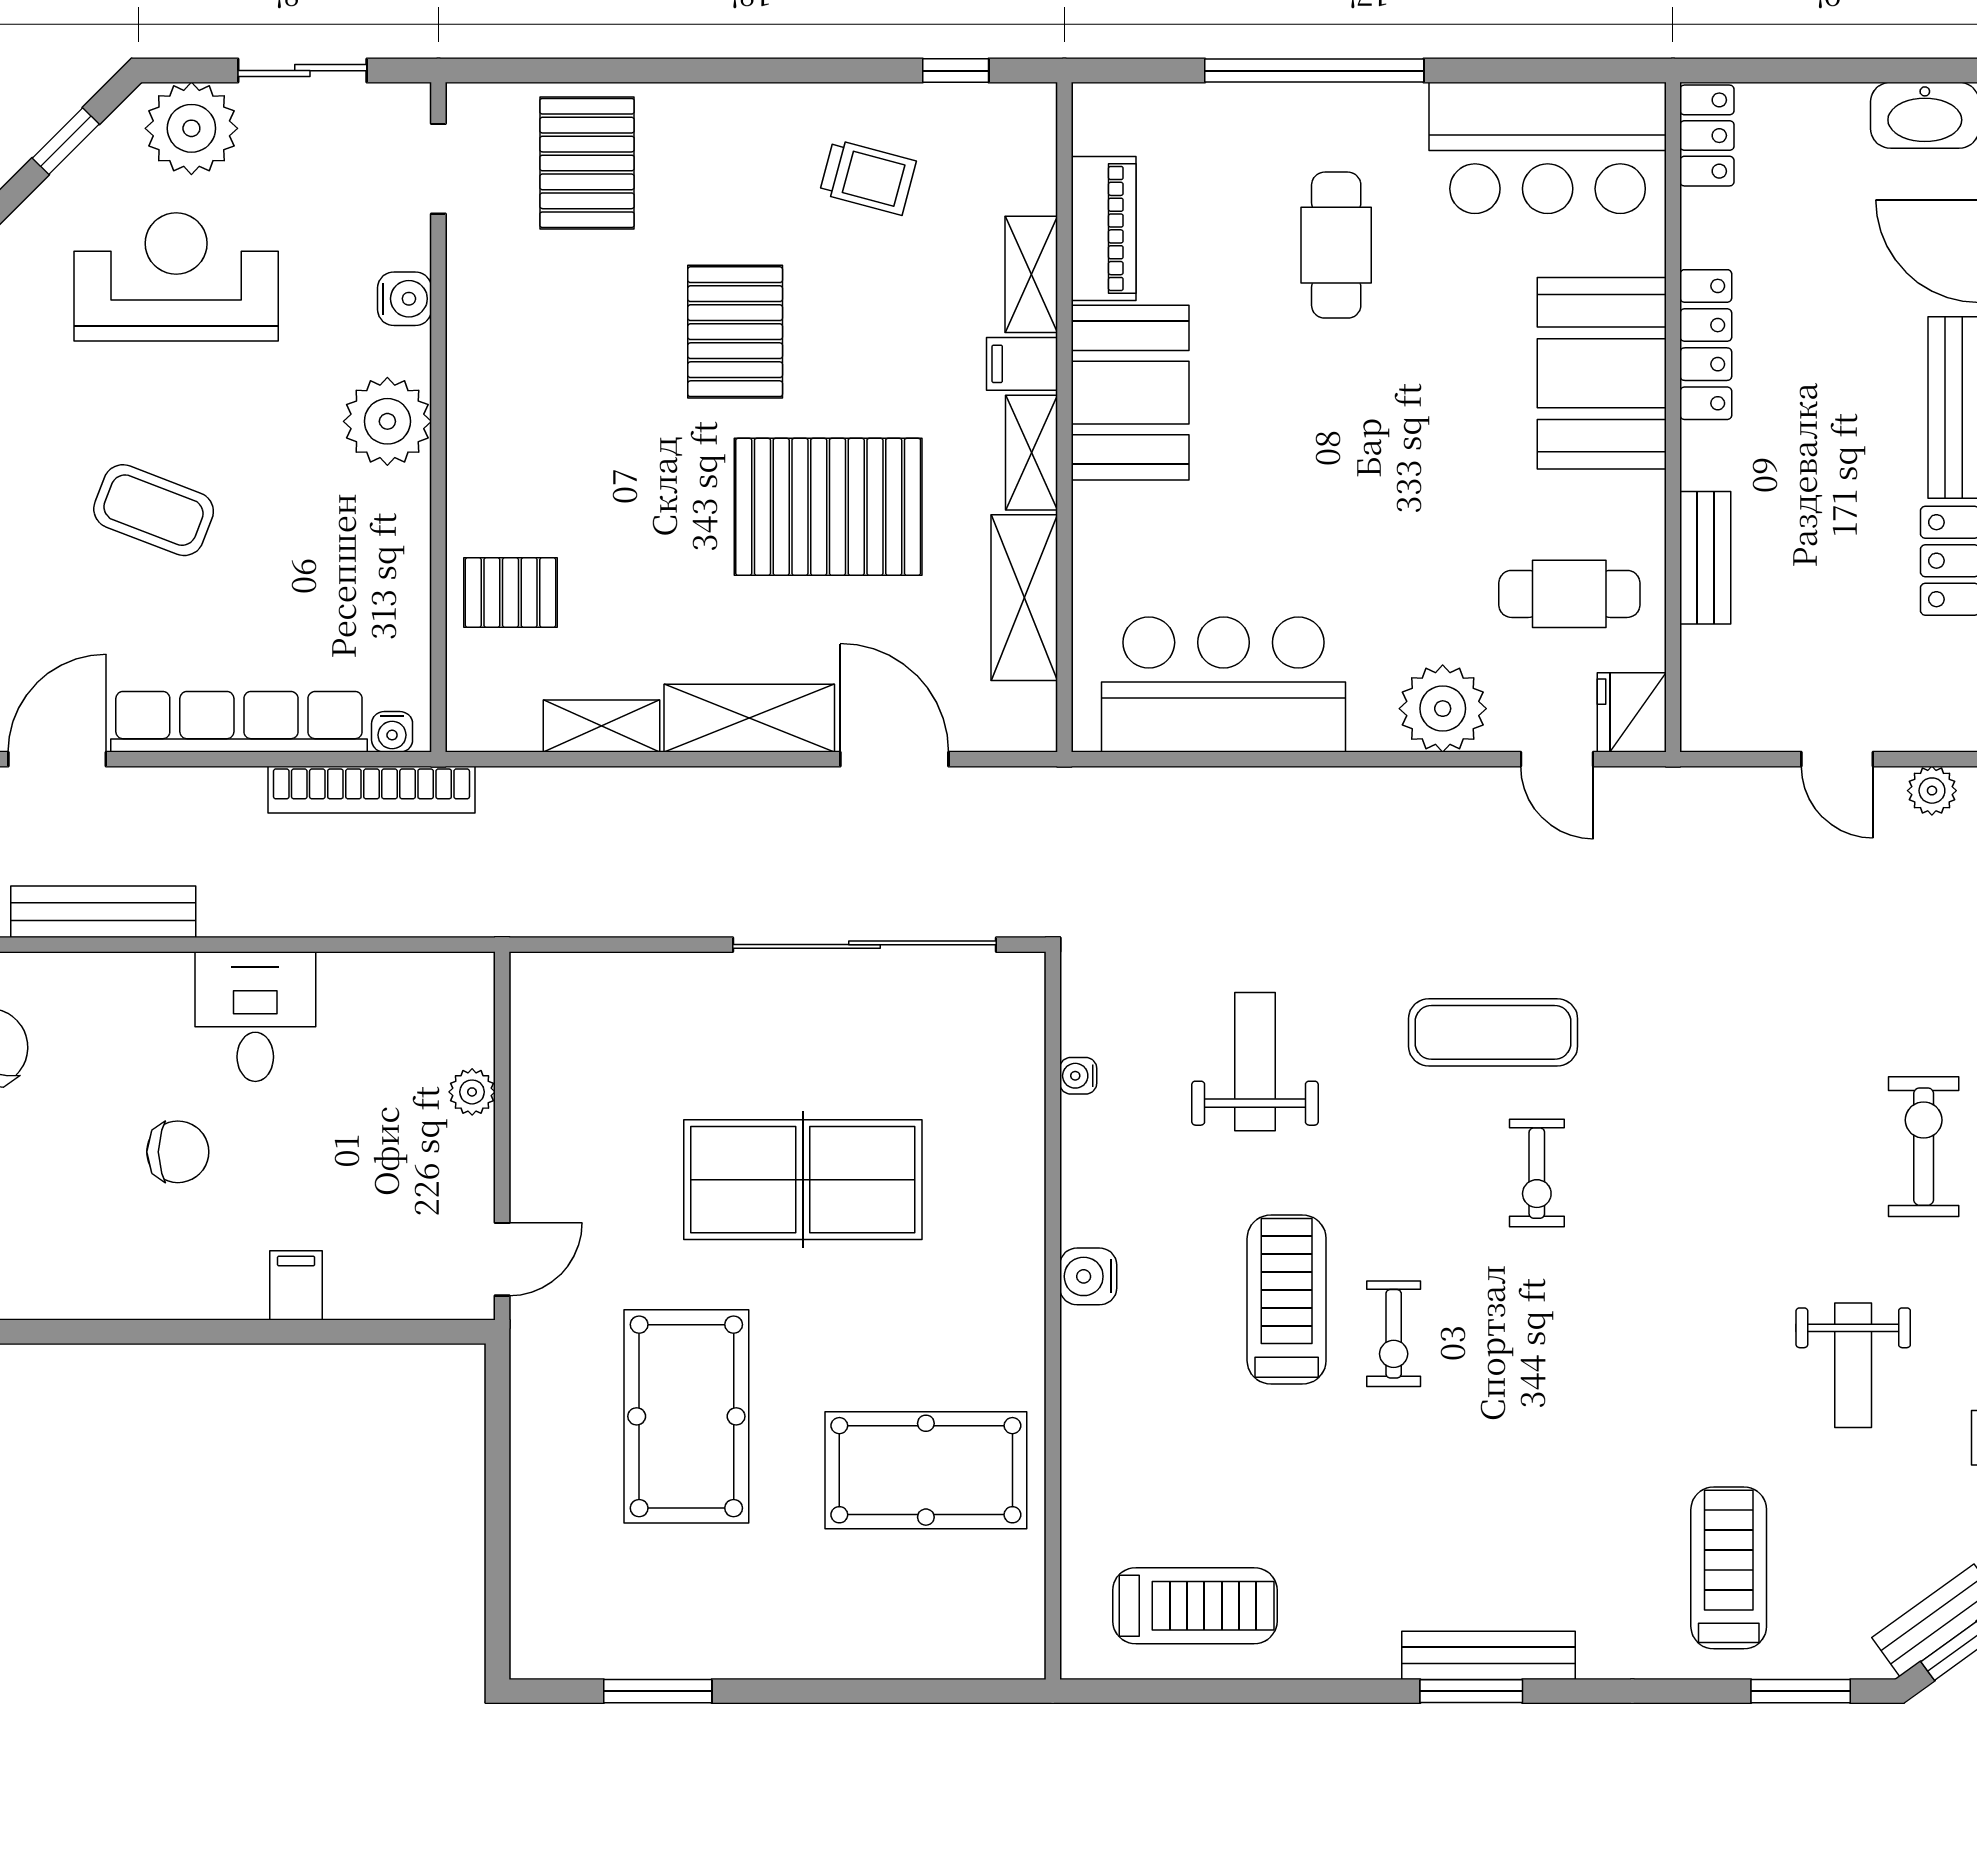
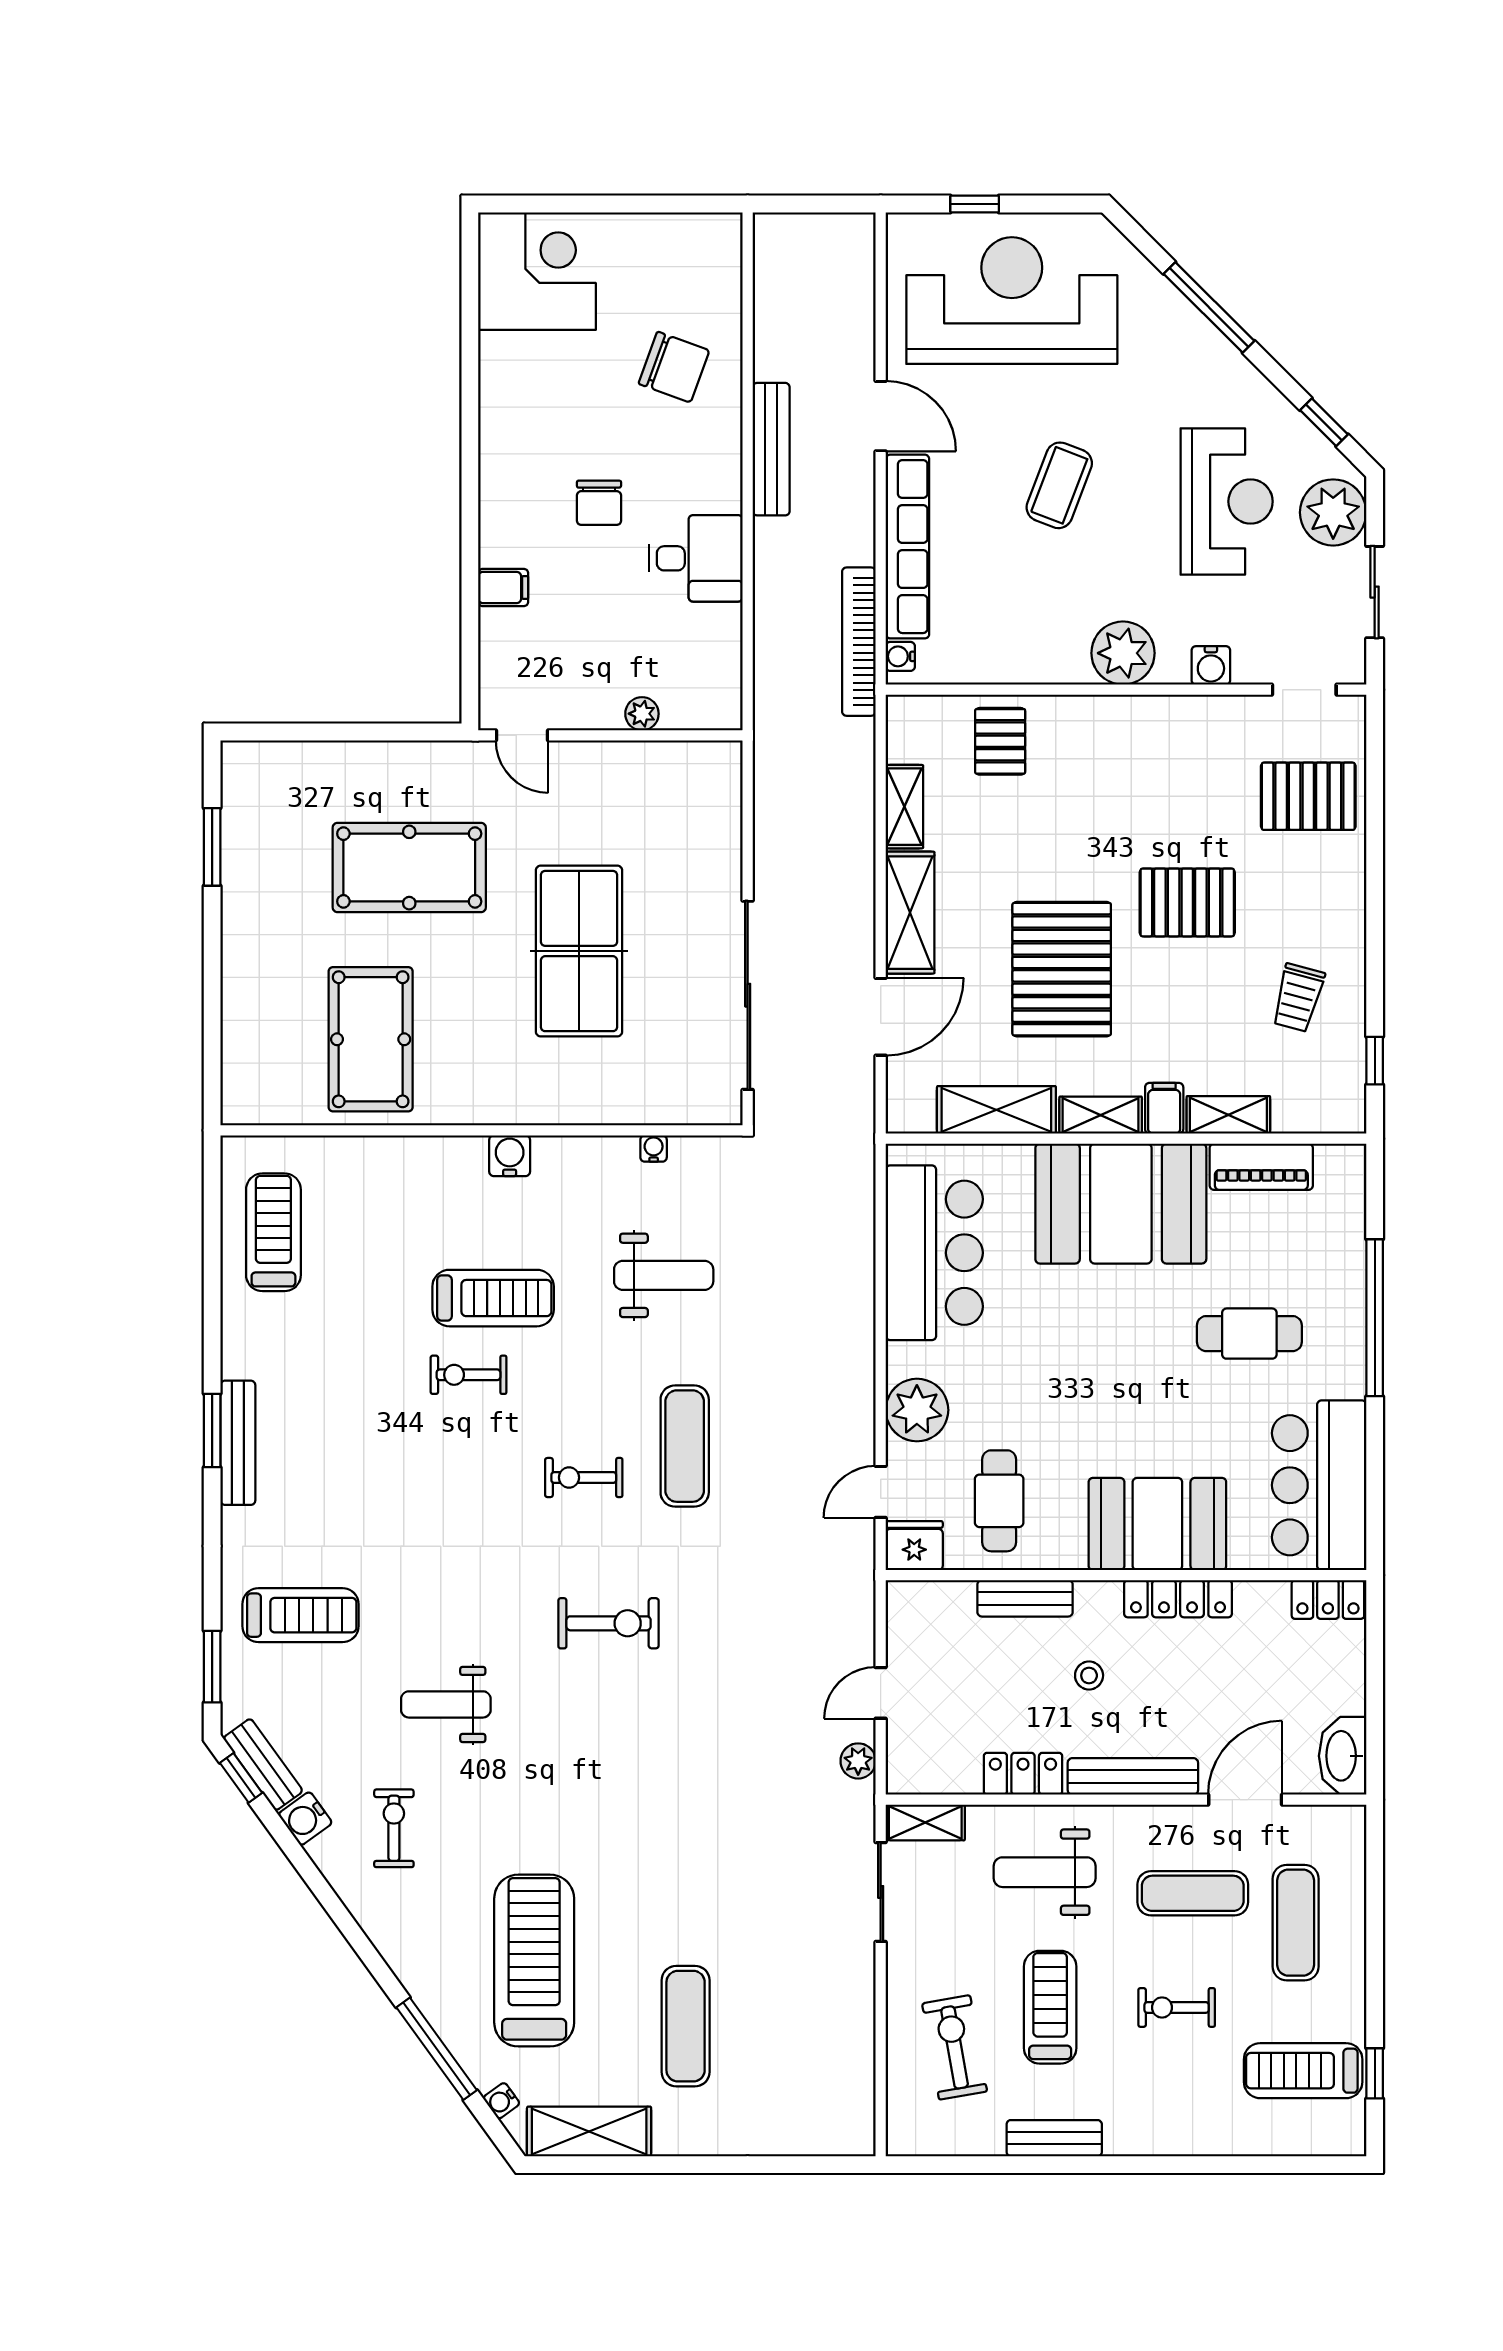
booth: (1130, 393) -> (1121, 1204), width x1.36, depth x1.42
stool: (1813, 469) -> (1089, 1676), added
exercise bike: (1924, 1147) -> (609, 1623), moved
treadmill: (1195, 1606) -> (273, 1232), turned 180

